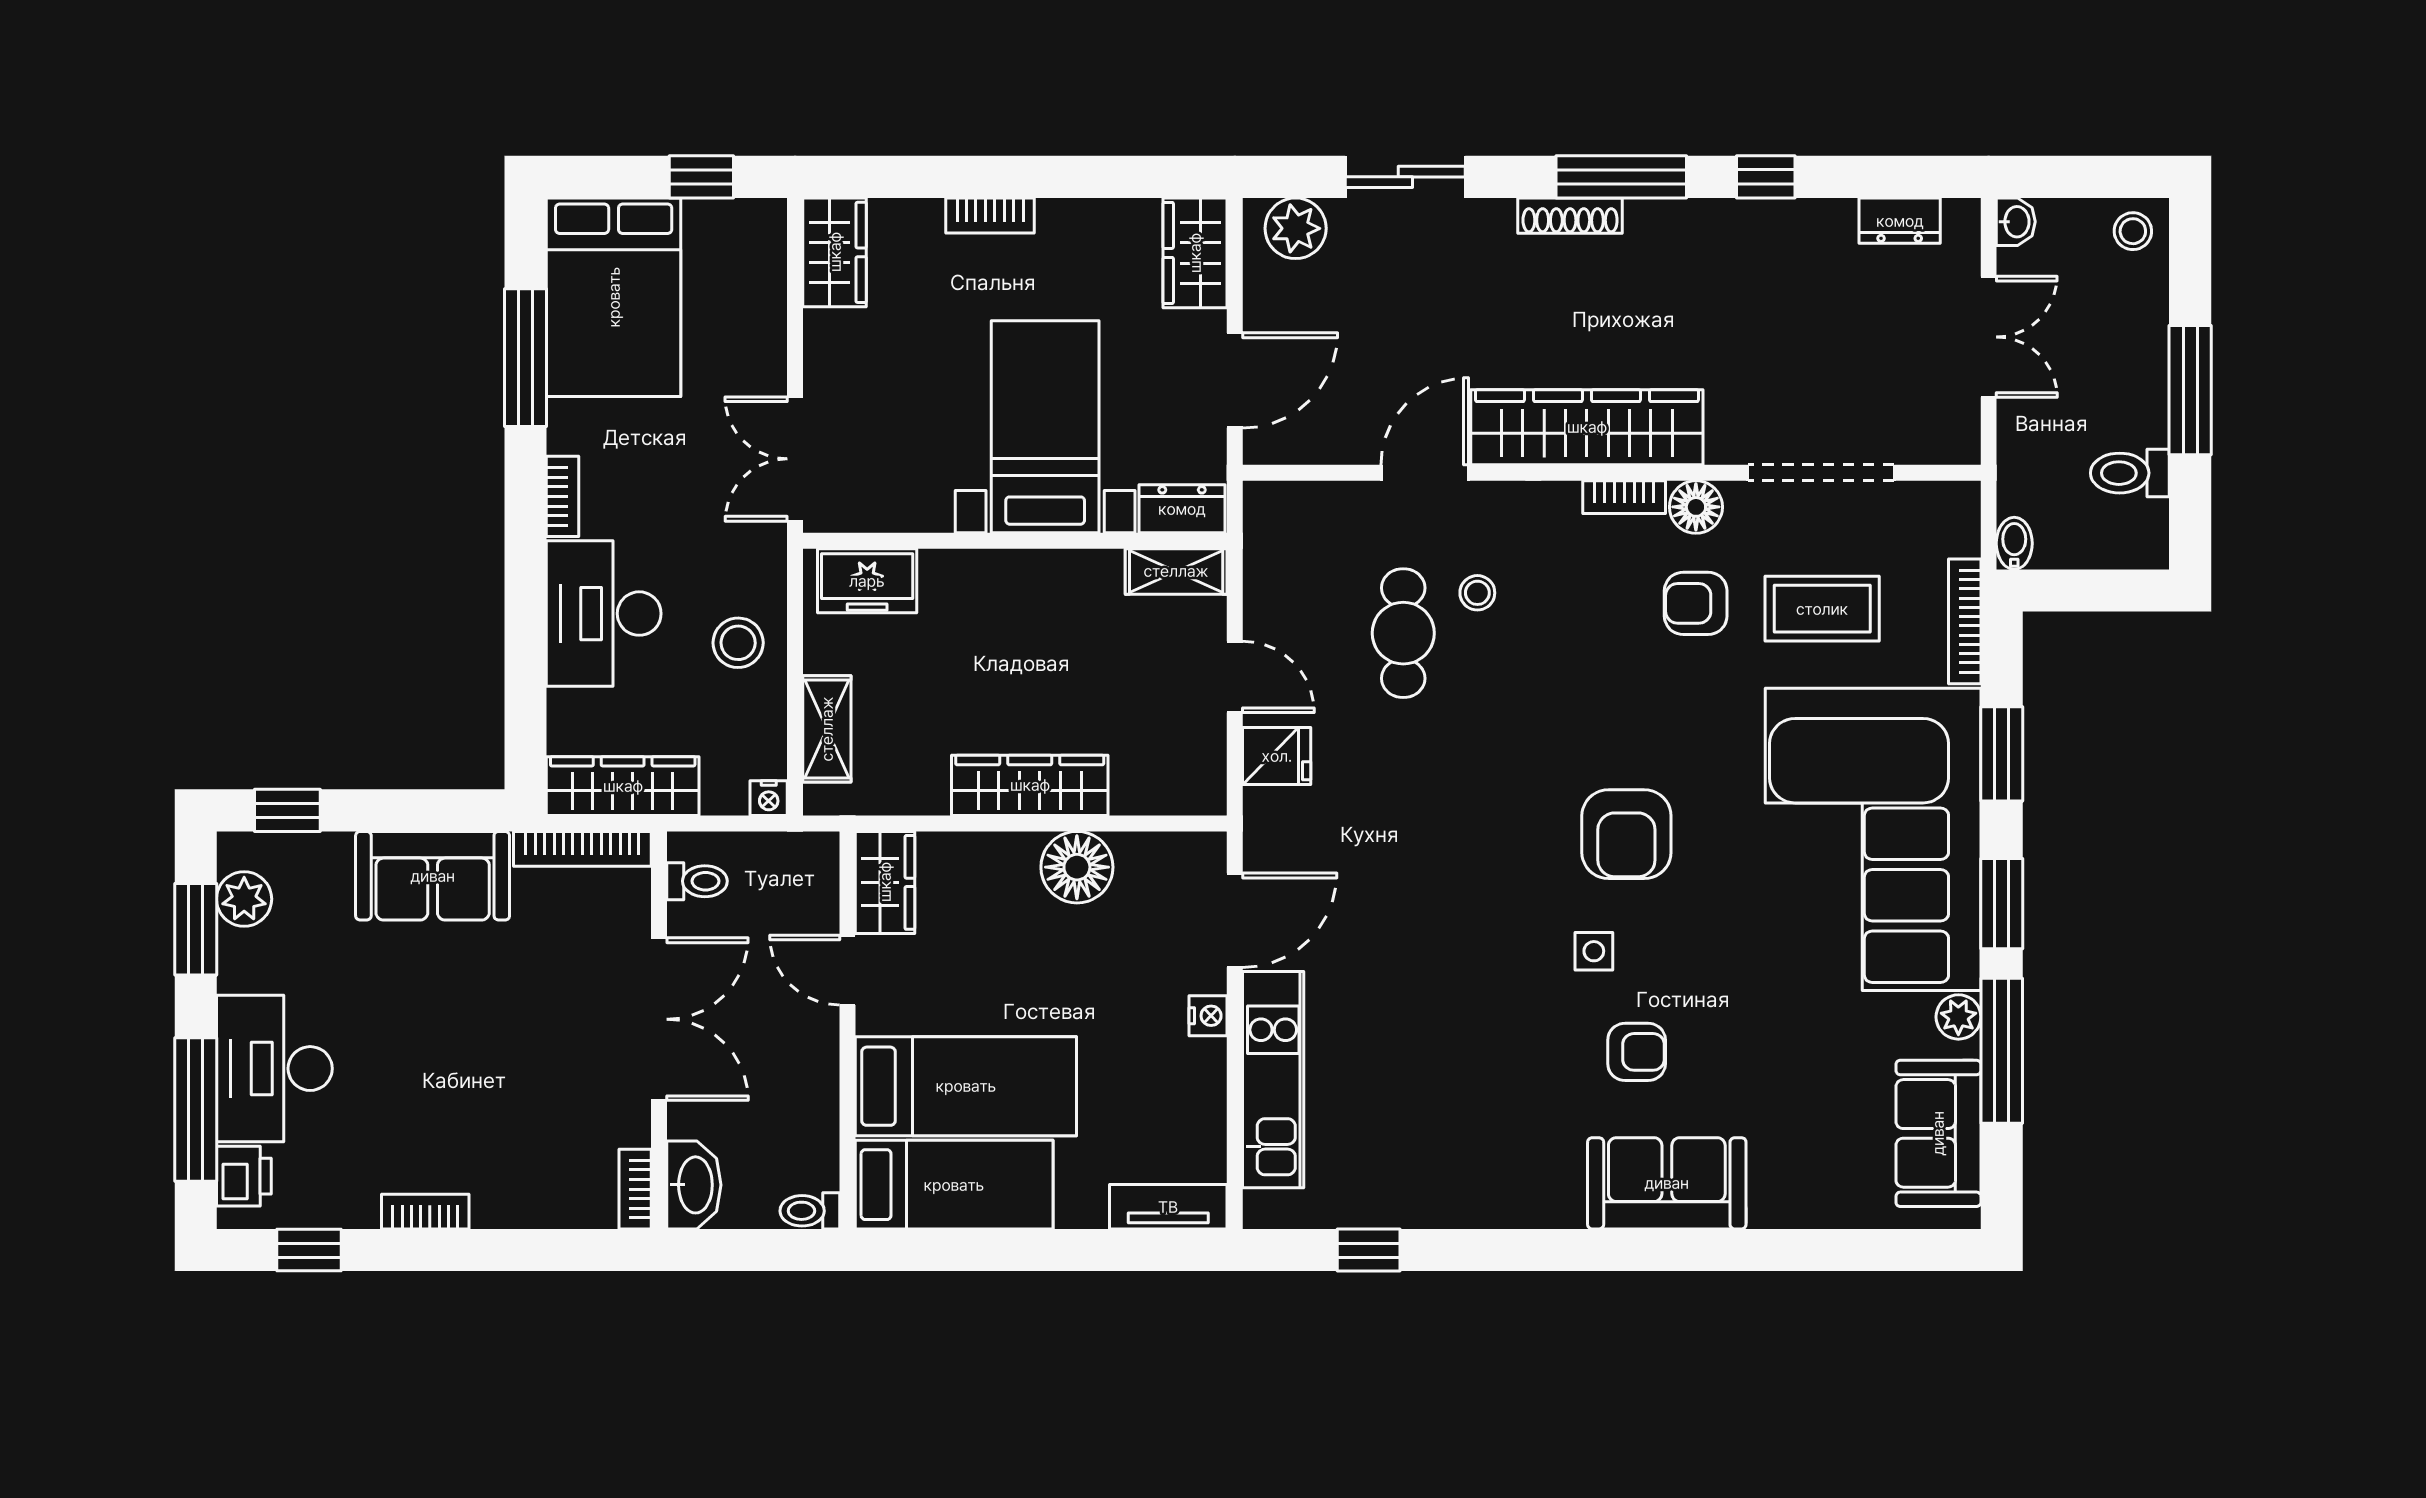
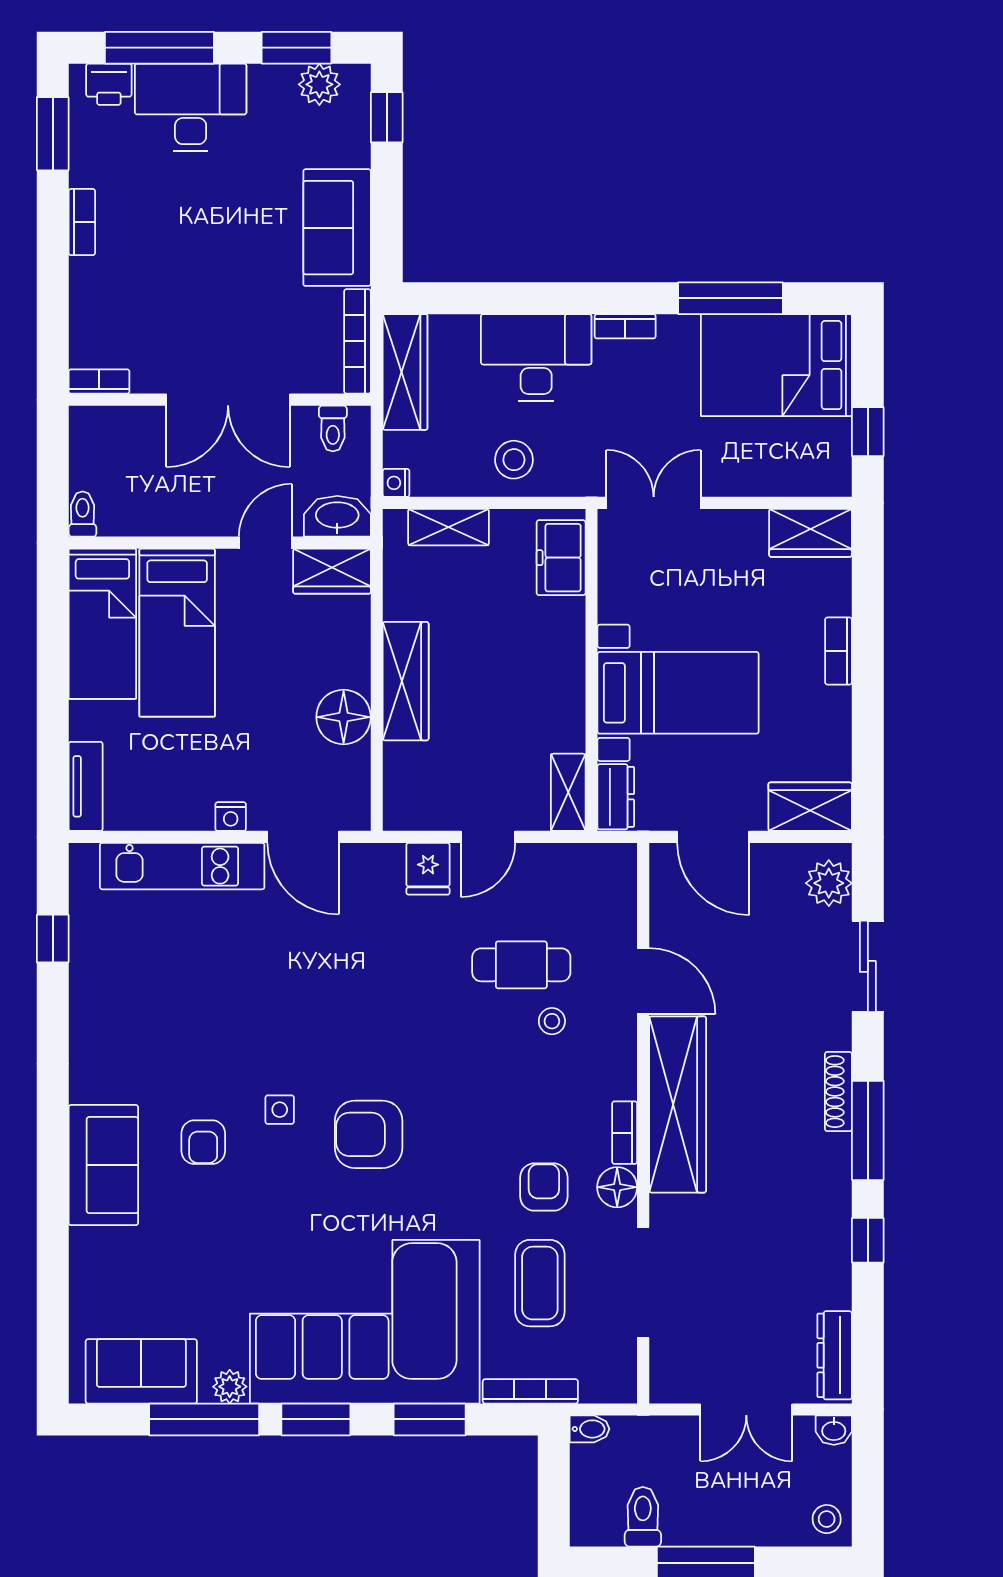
dresser: (1900, 221) -> (835, 1355), width x1.44
washbasin: (694, 1185) -> (337, 516), moved, turned 180
window: (309, 1250) -> (53, 134), width x1.50

